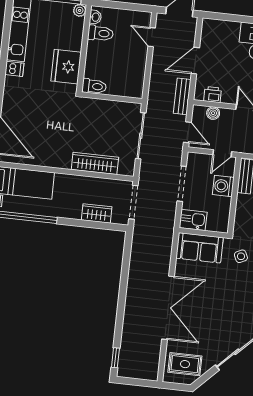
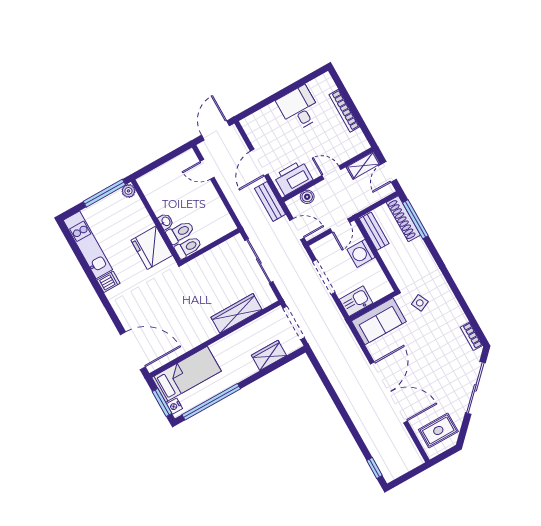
washbasin: (95, 17) -> (166, 222), moved
toilet: (100, 33) -> (180, 232), moved
printer: (213, 95) -> (293, 178), width x1.87, depth x1.48

